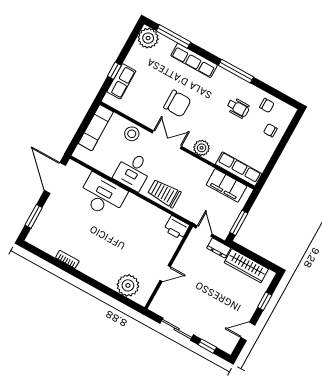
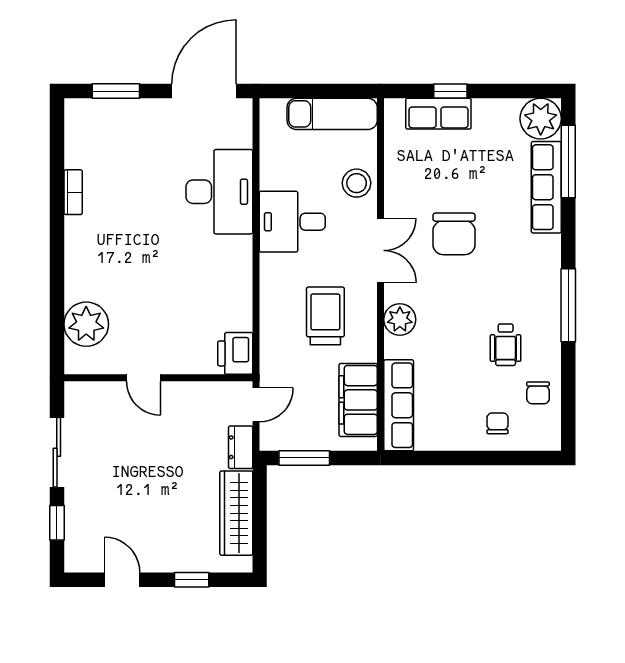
row of seats: (194, 60) -> (546, 187), moved
trolley: (164, 193) -> (325, 316), moved

